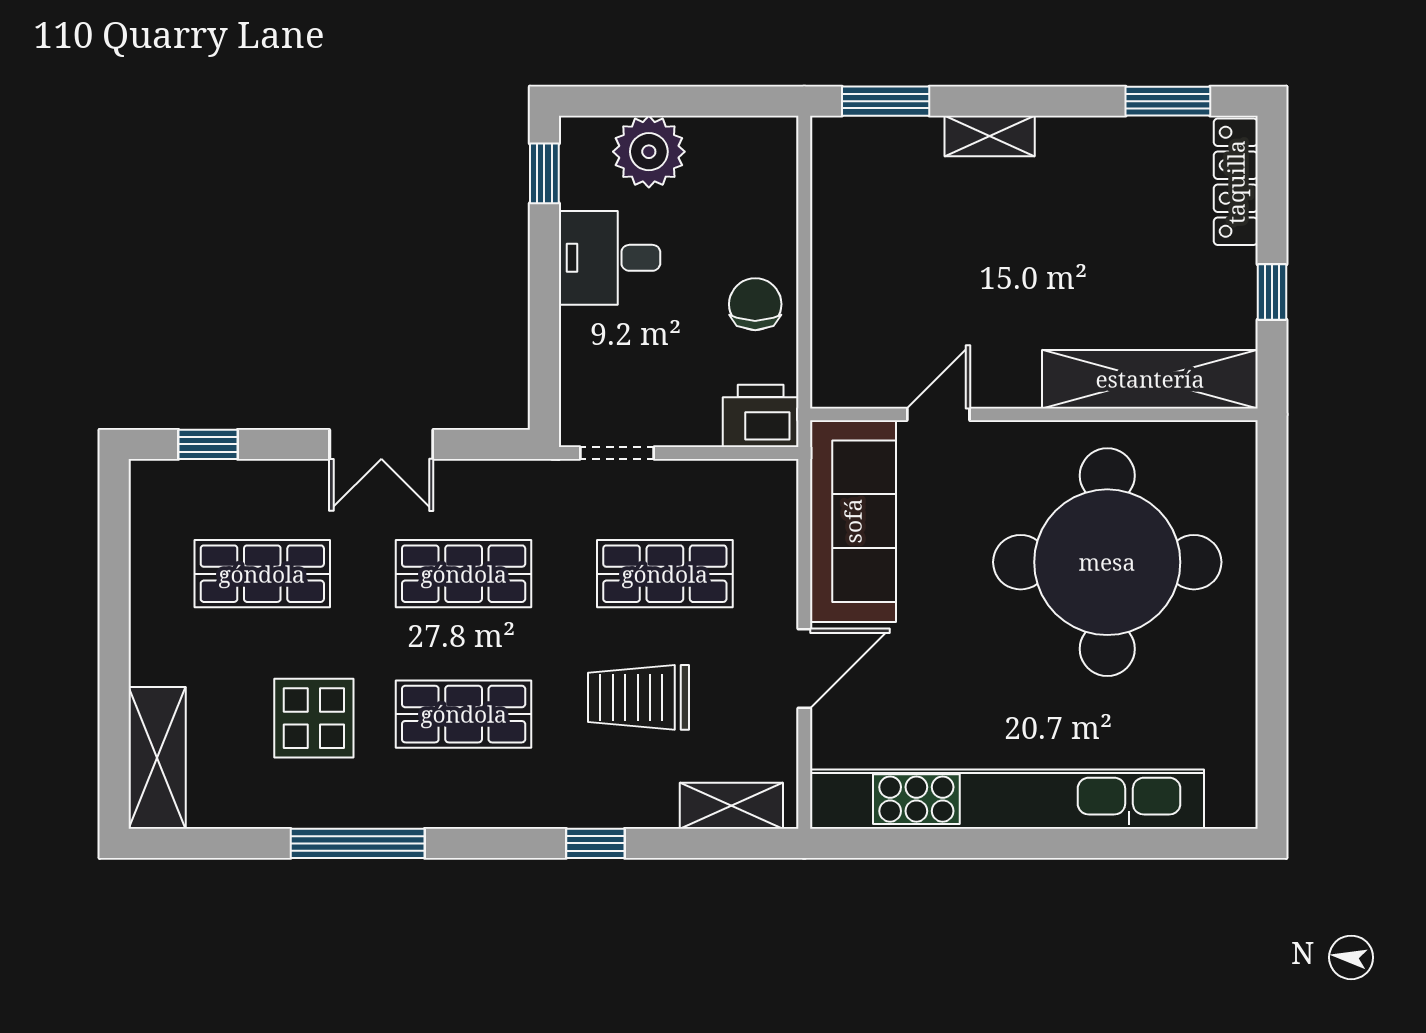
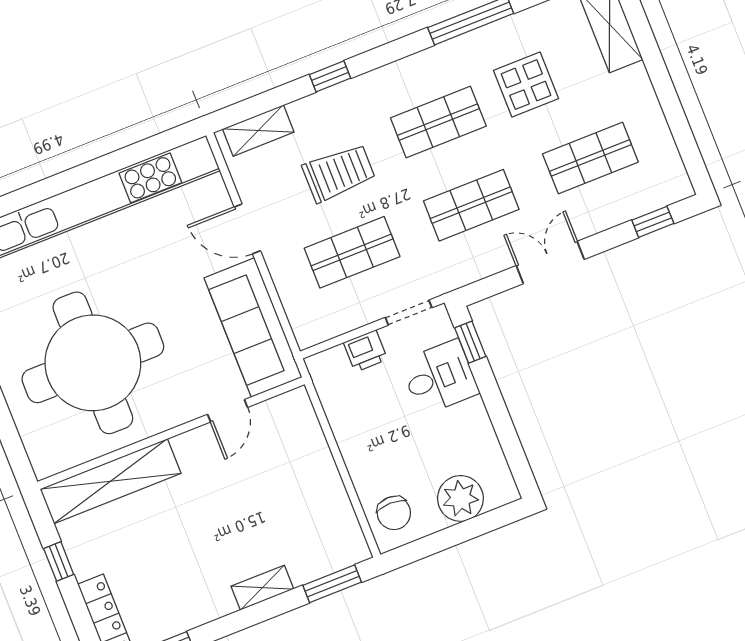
window: (544, 173) -> (470, 342), moved
desk: (609, 258) -> (439, 377), moved
chair: (755, 304) -> (394, 513), moved
printer: (761, 416) -> (365, 351), moved, width x0.73, depth x0.81
door: (804, 669) -> (247, 229), hinge flipped

